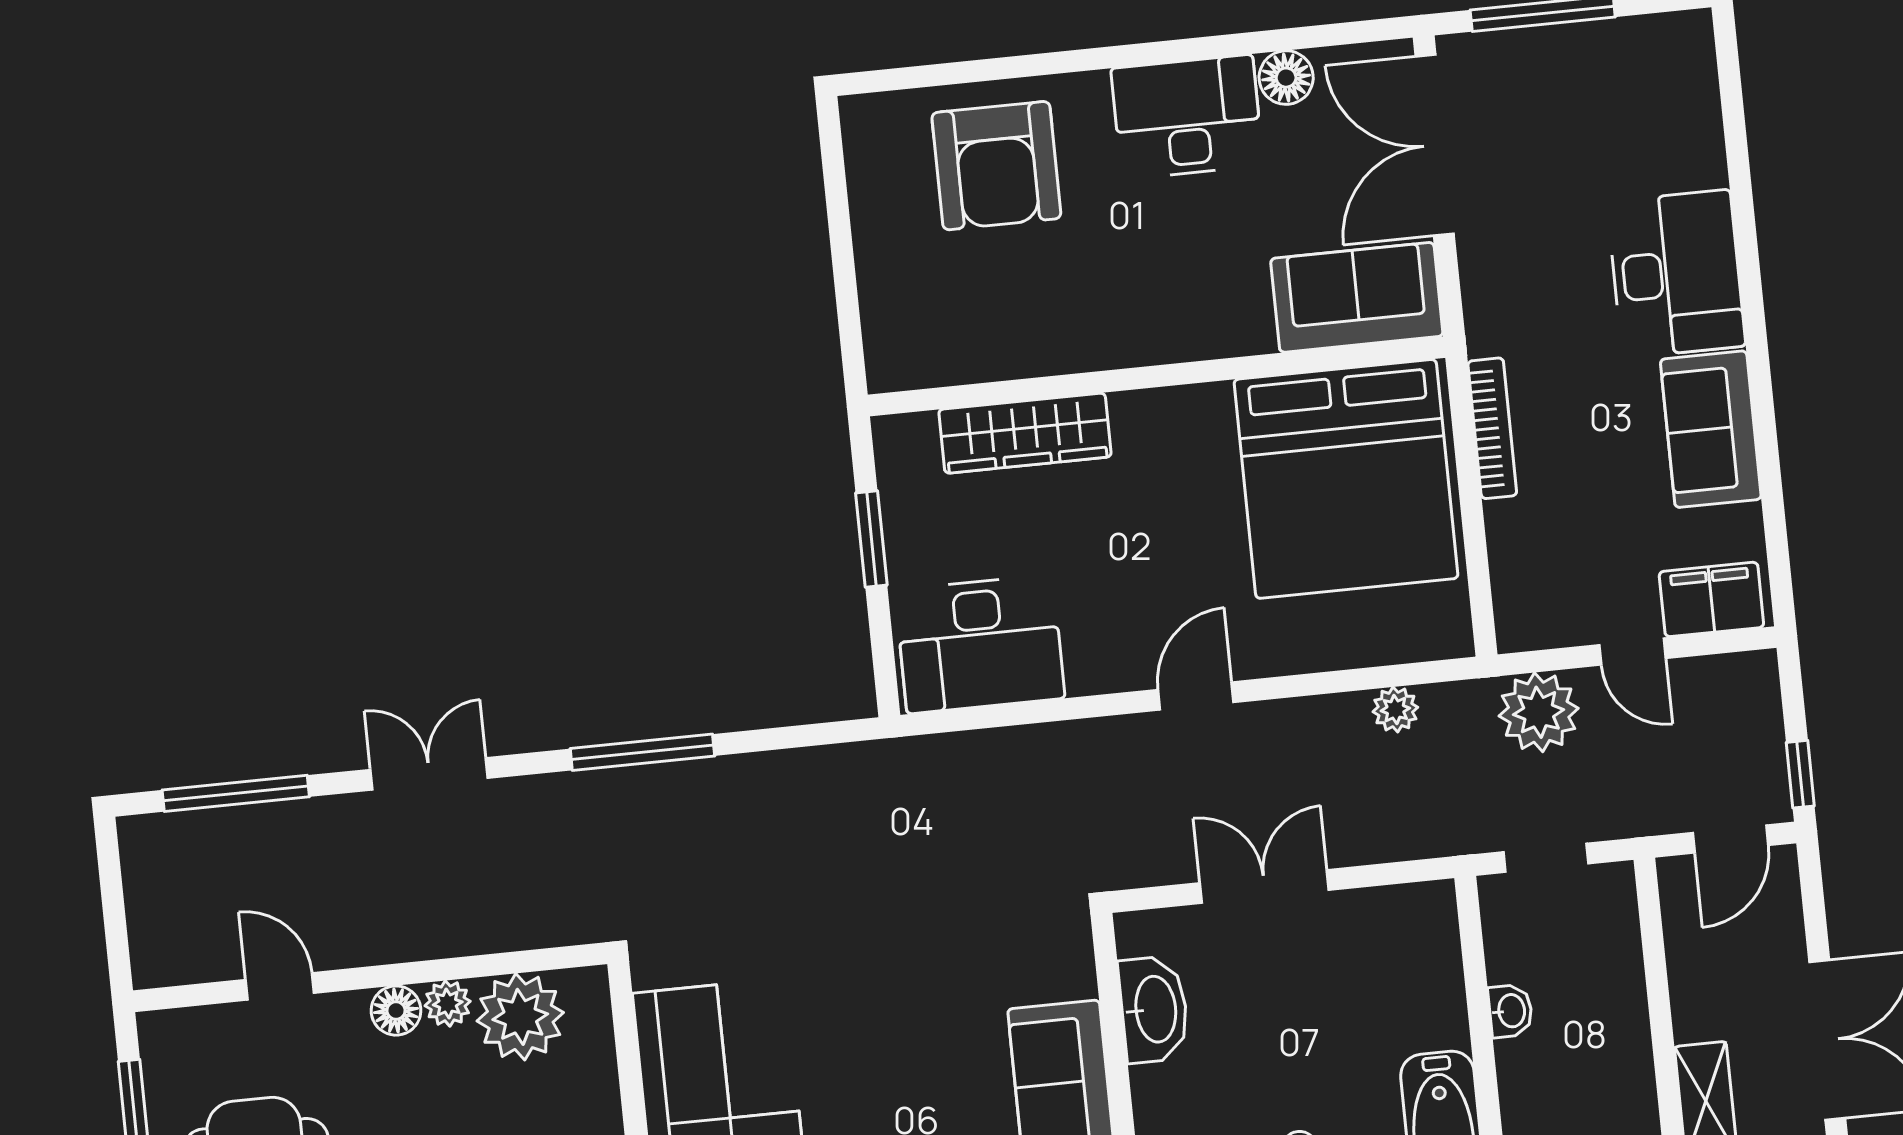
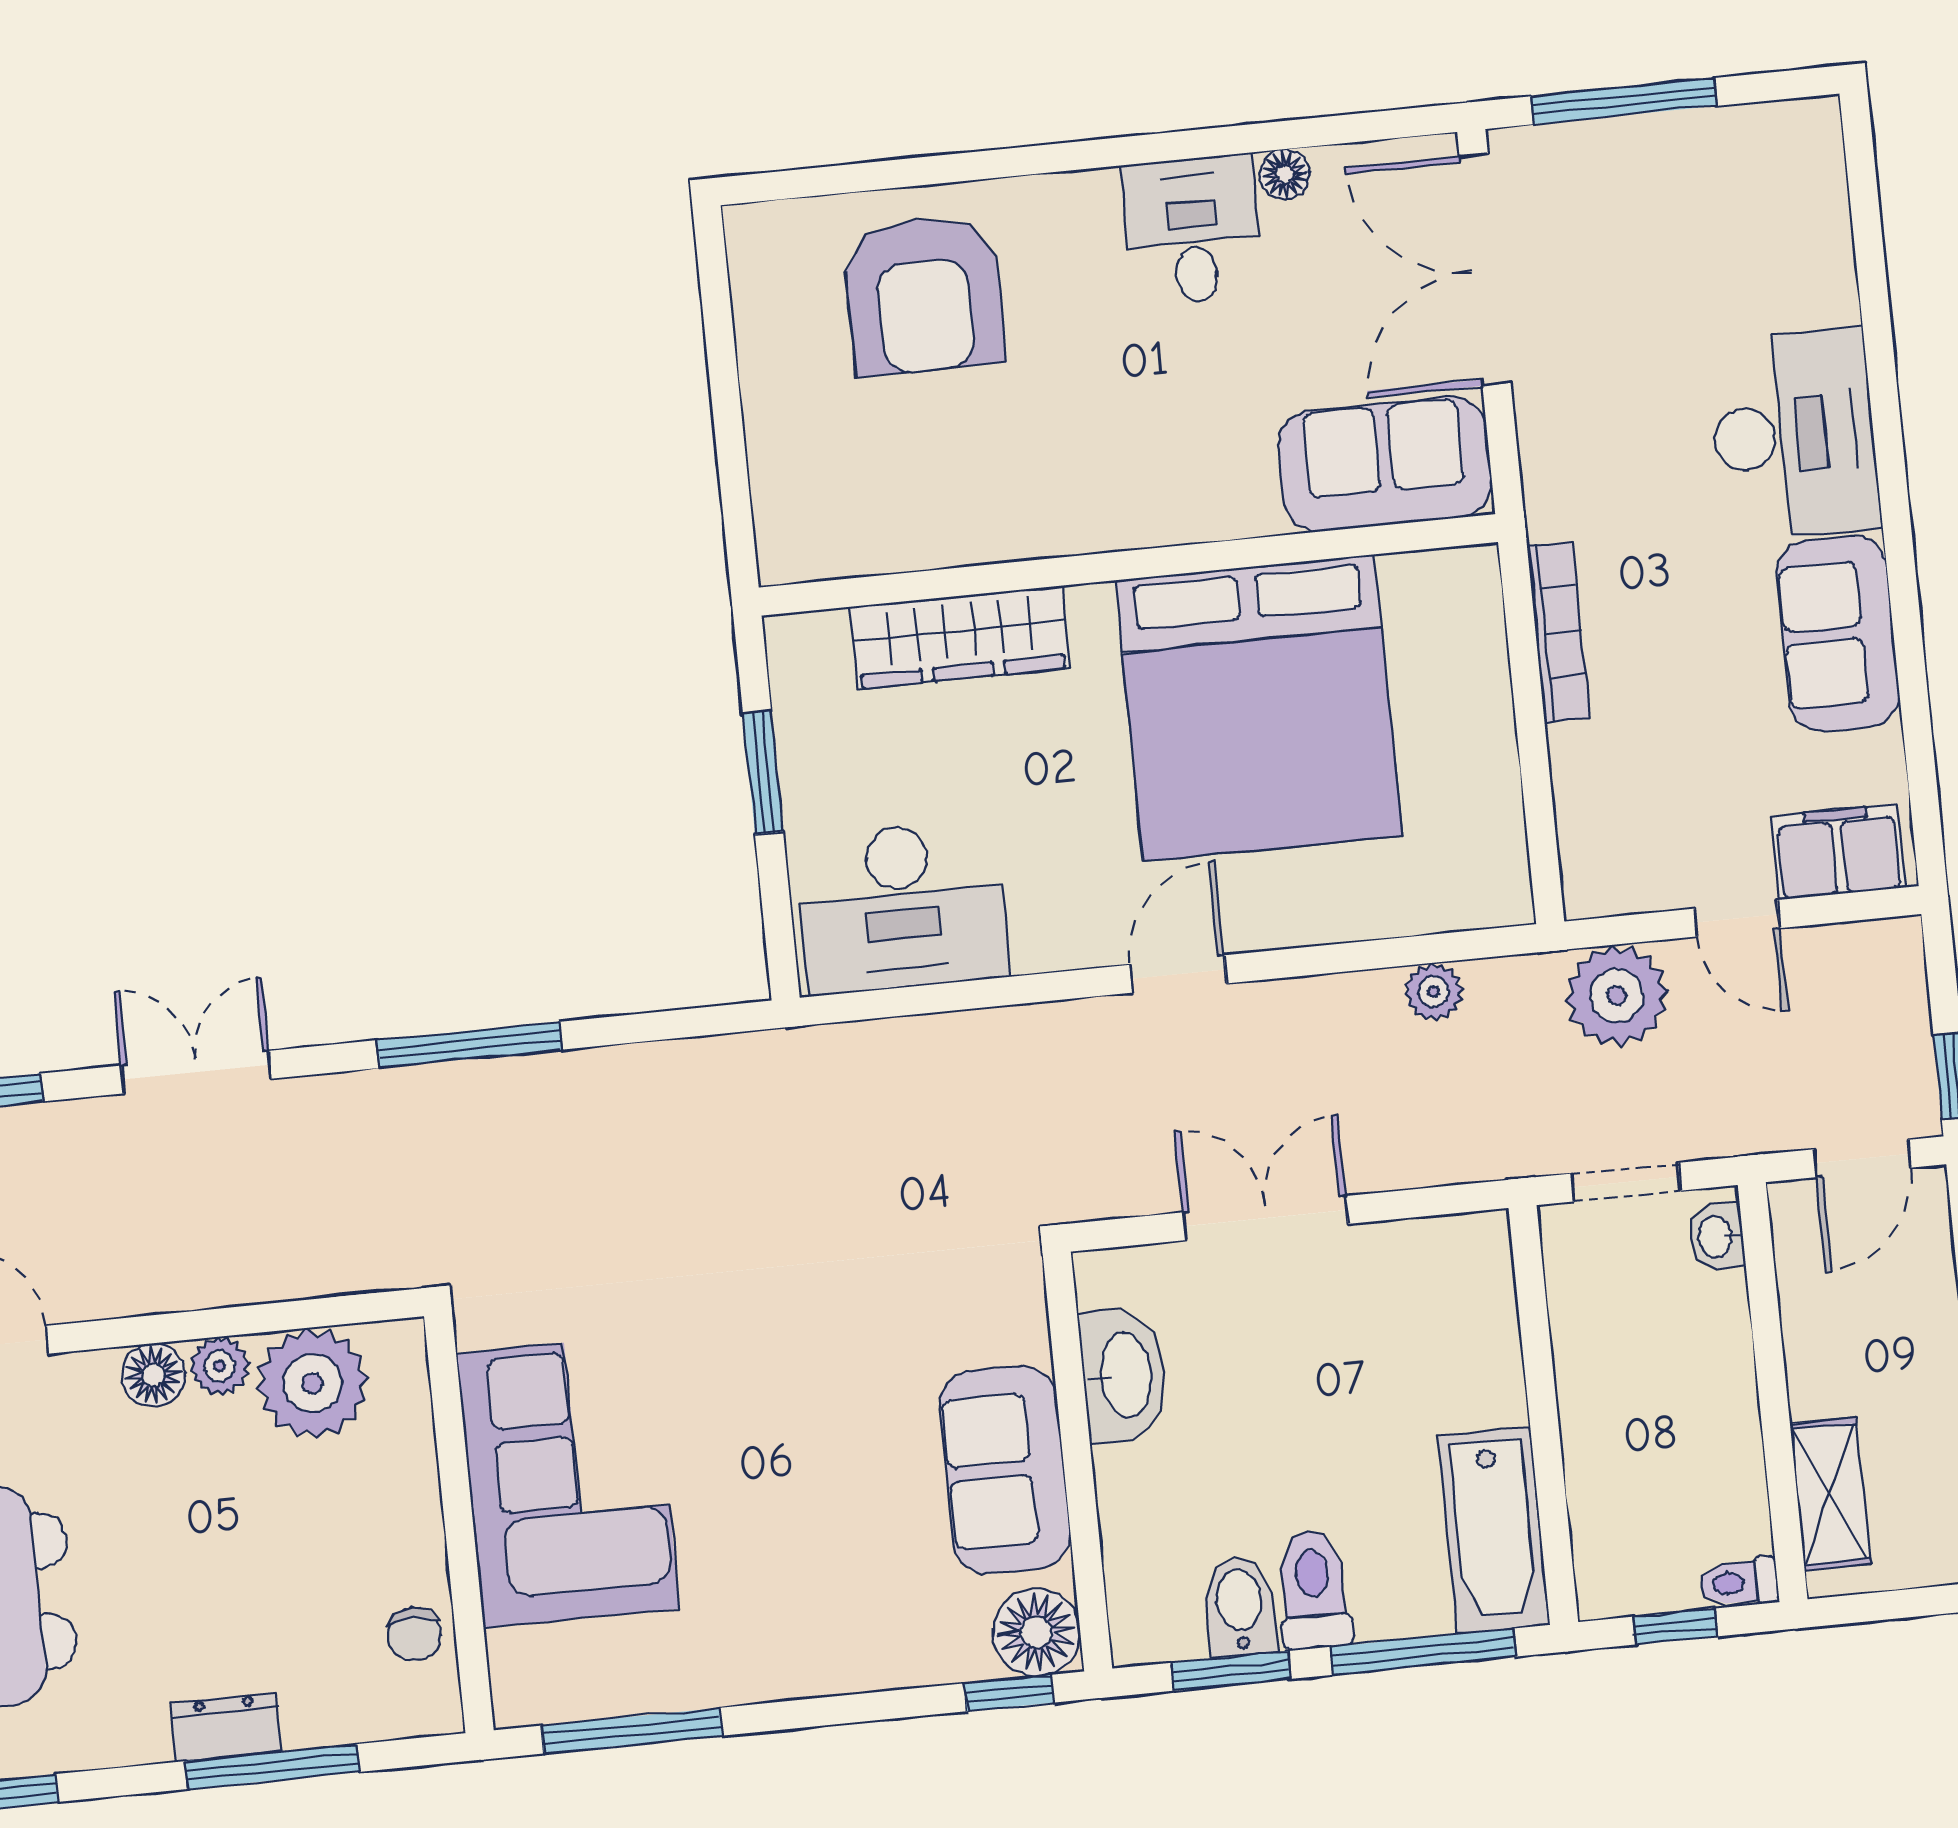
floor lamp: (1286, 78) -> (1285, 174), width x0.73, depth x0.73
desk: (1187, 117) -> (1193, 230), width x0.73
bed: (1346, 479) -> (1258, 708), moved
washbasin: (1510, 1011) -> (1717, 1237), moved, turned 180

